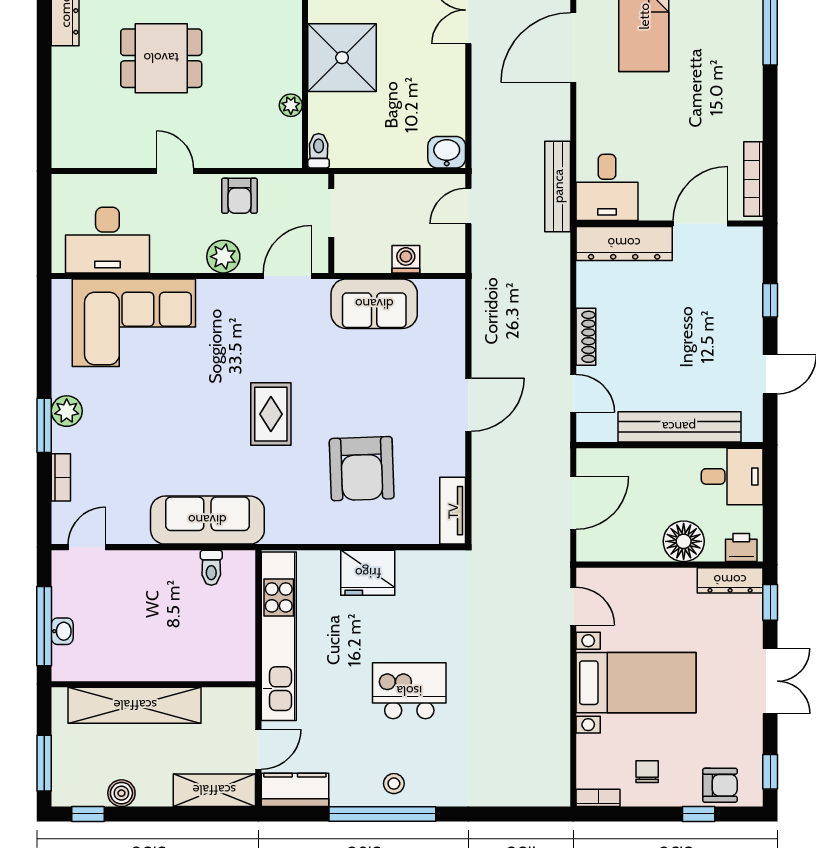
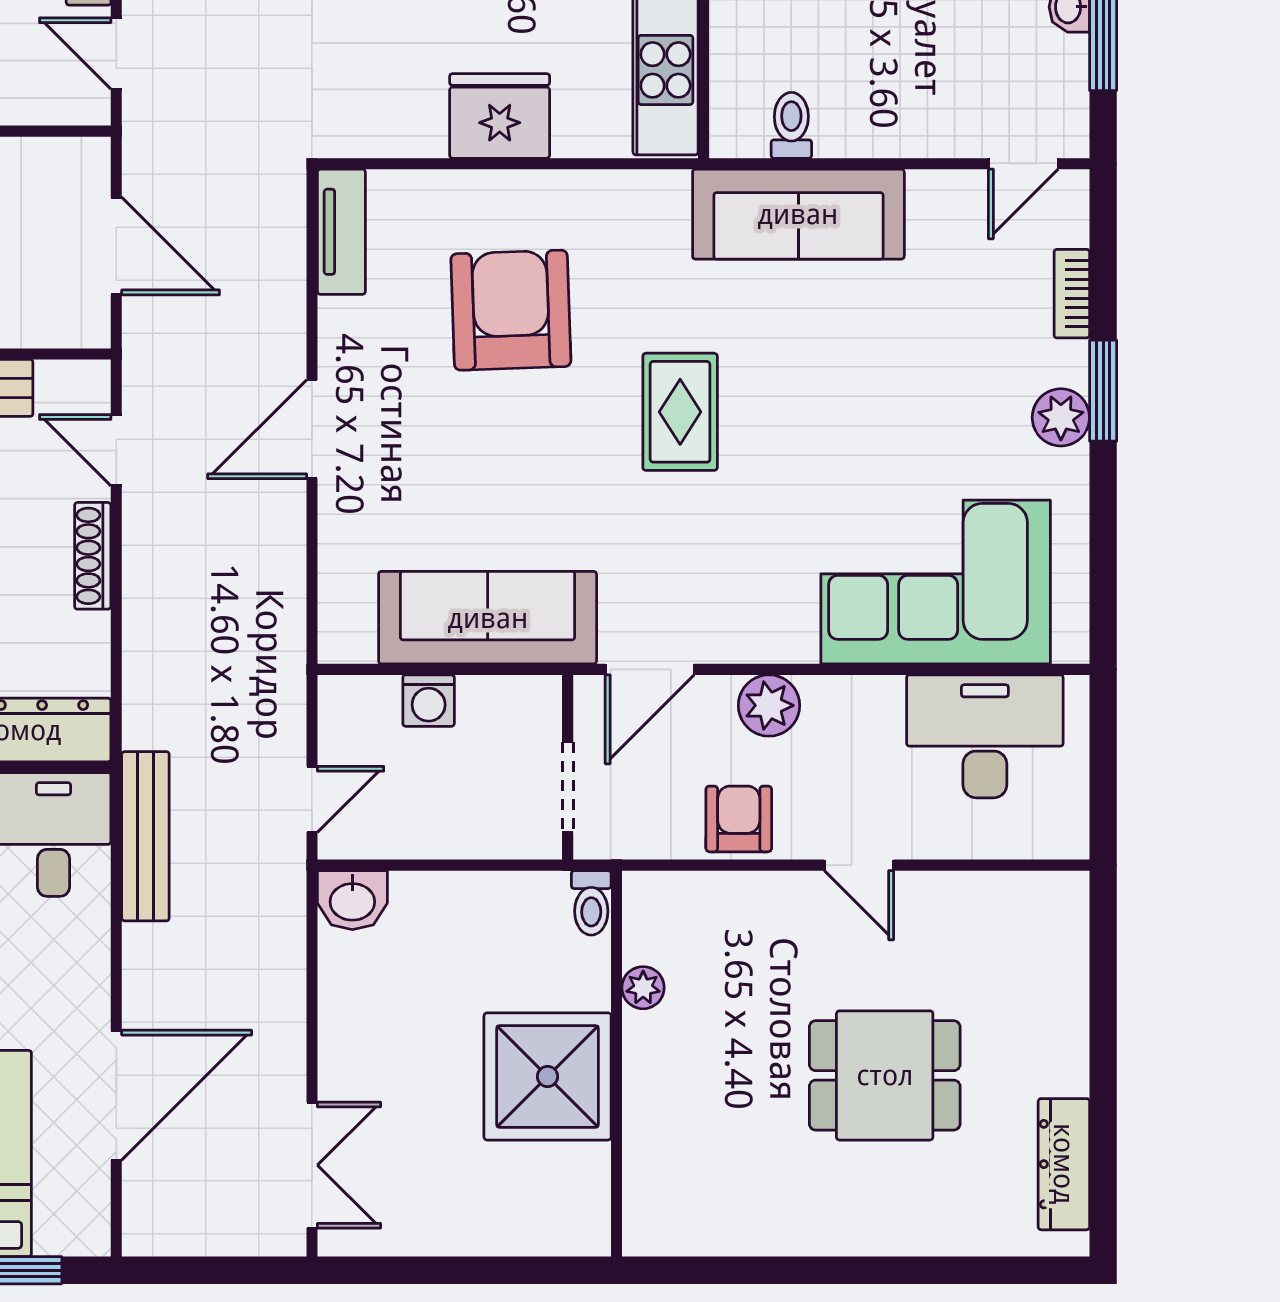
sofa: (374, 304) -> (488, 618), width x1.36
door: (573, 503) -> (116, 246), swing flipped

